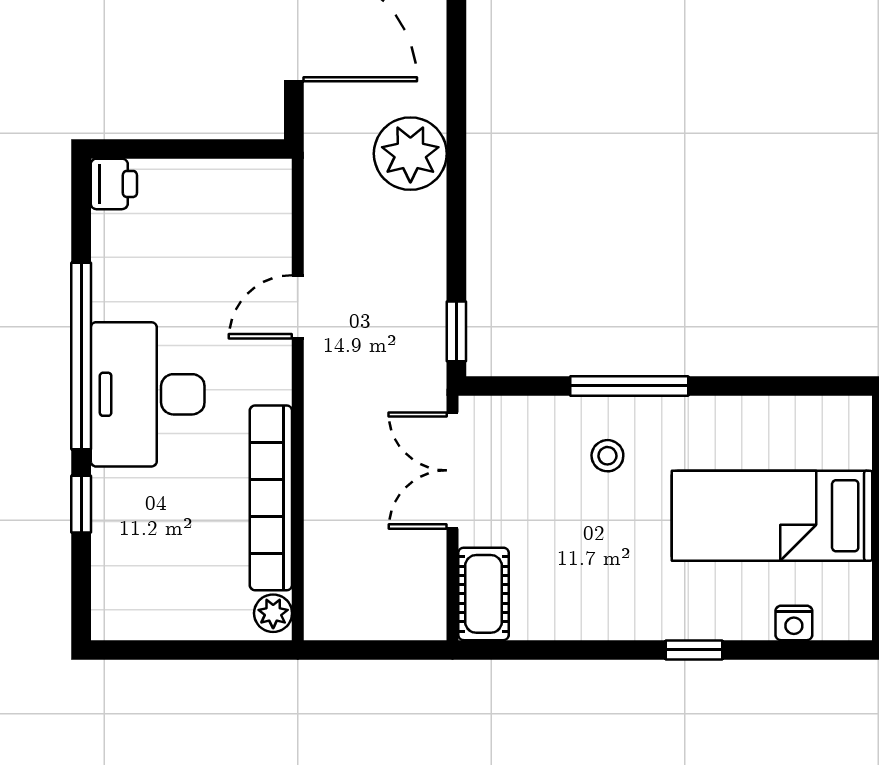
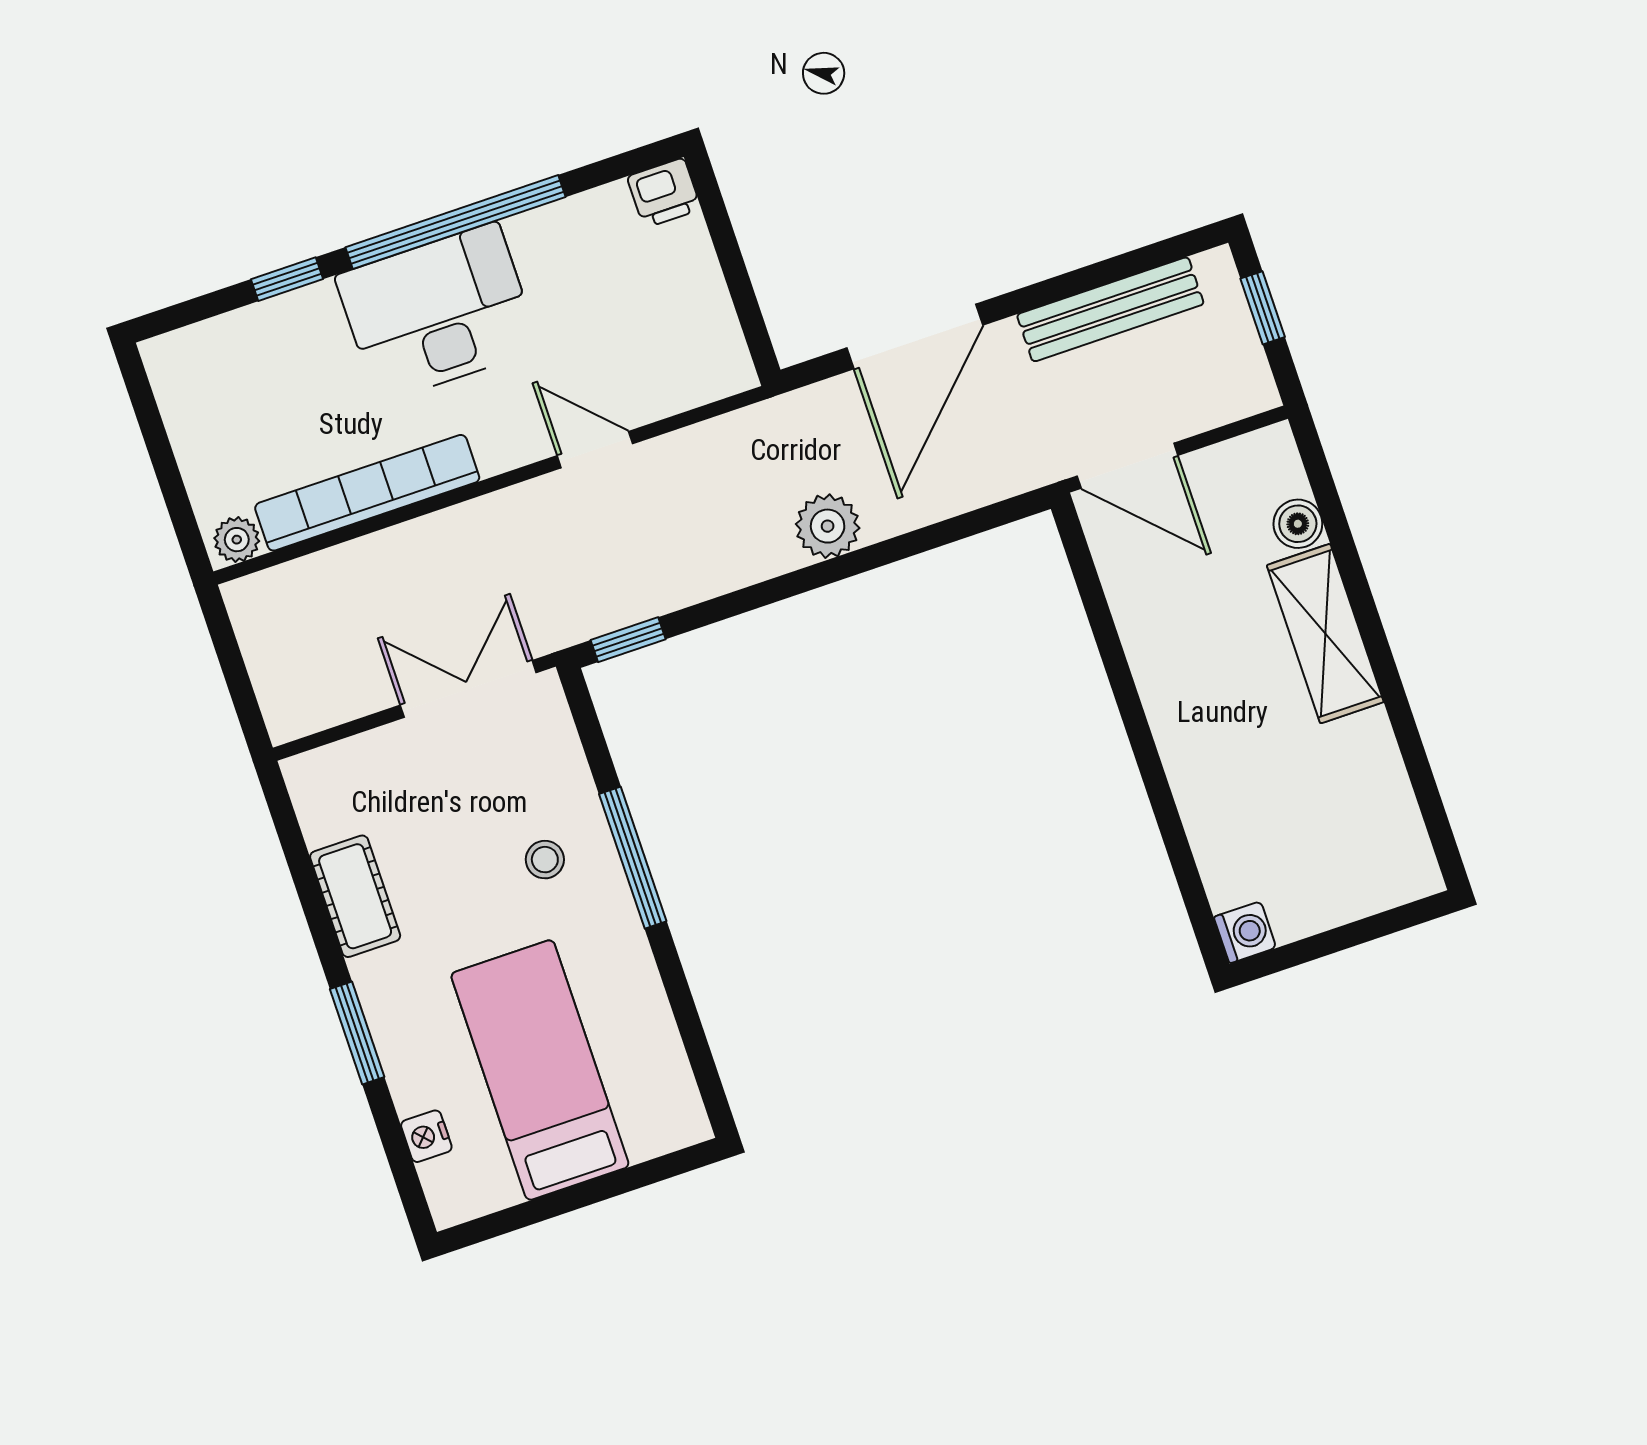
plant: (410, 154) -> (828, 526), width x0.73, depth x0.73
cot: (484, 594) -> (355, 896), moved, turned 90
window: (694, 650) -> (357, 1033), width x1.50

